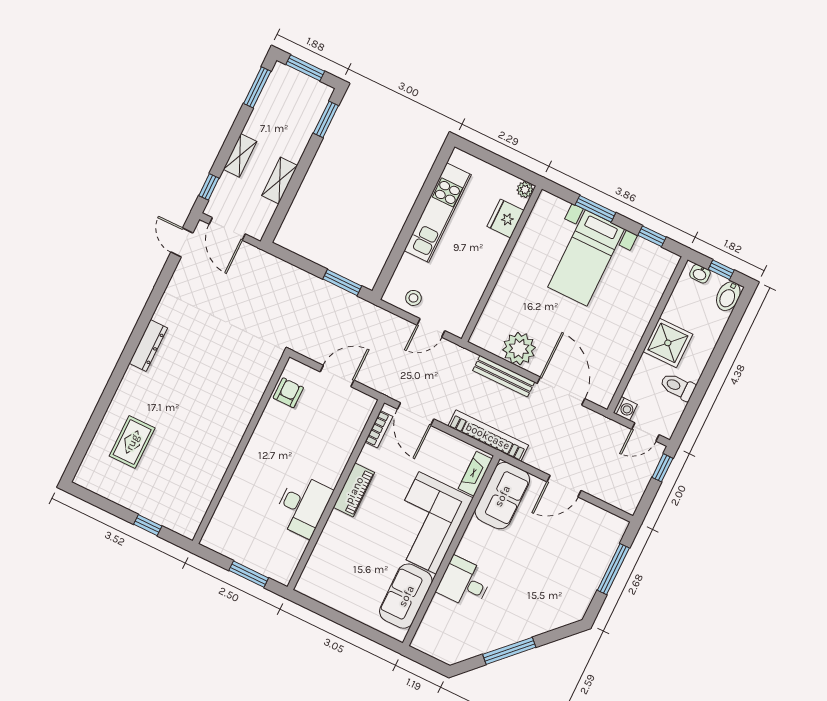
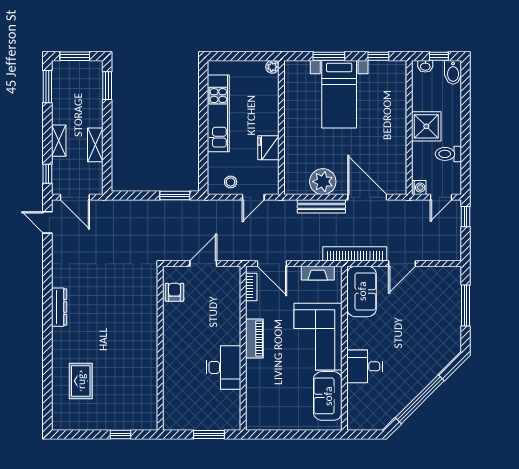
fridge: (505, 218) -> (268, 148), moved
bookcase: (488, 436) -> (355, 254), moved
fireplace: (475, 474) -> (318, 273), moved, turned -90
window: (509, 651) -> (420, 399), width x1.46

